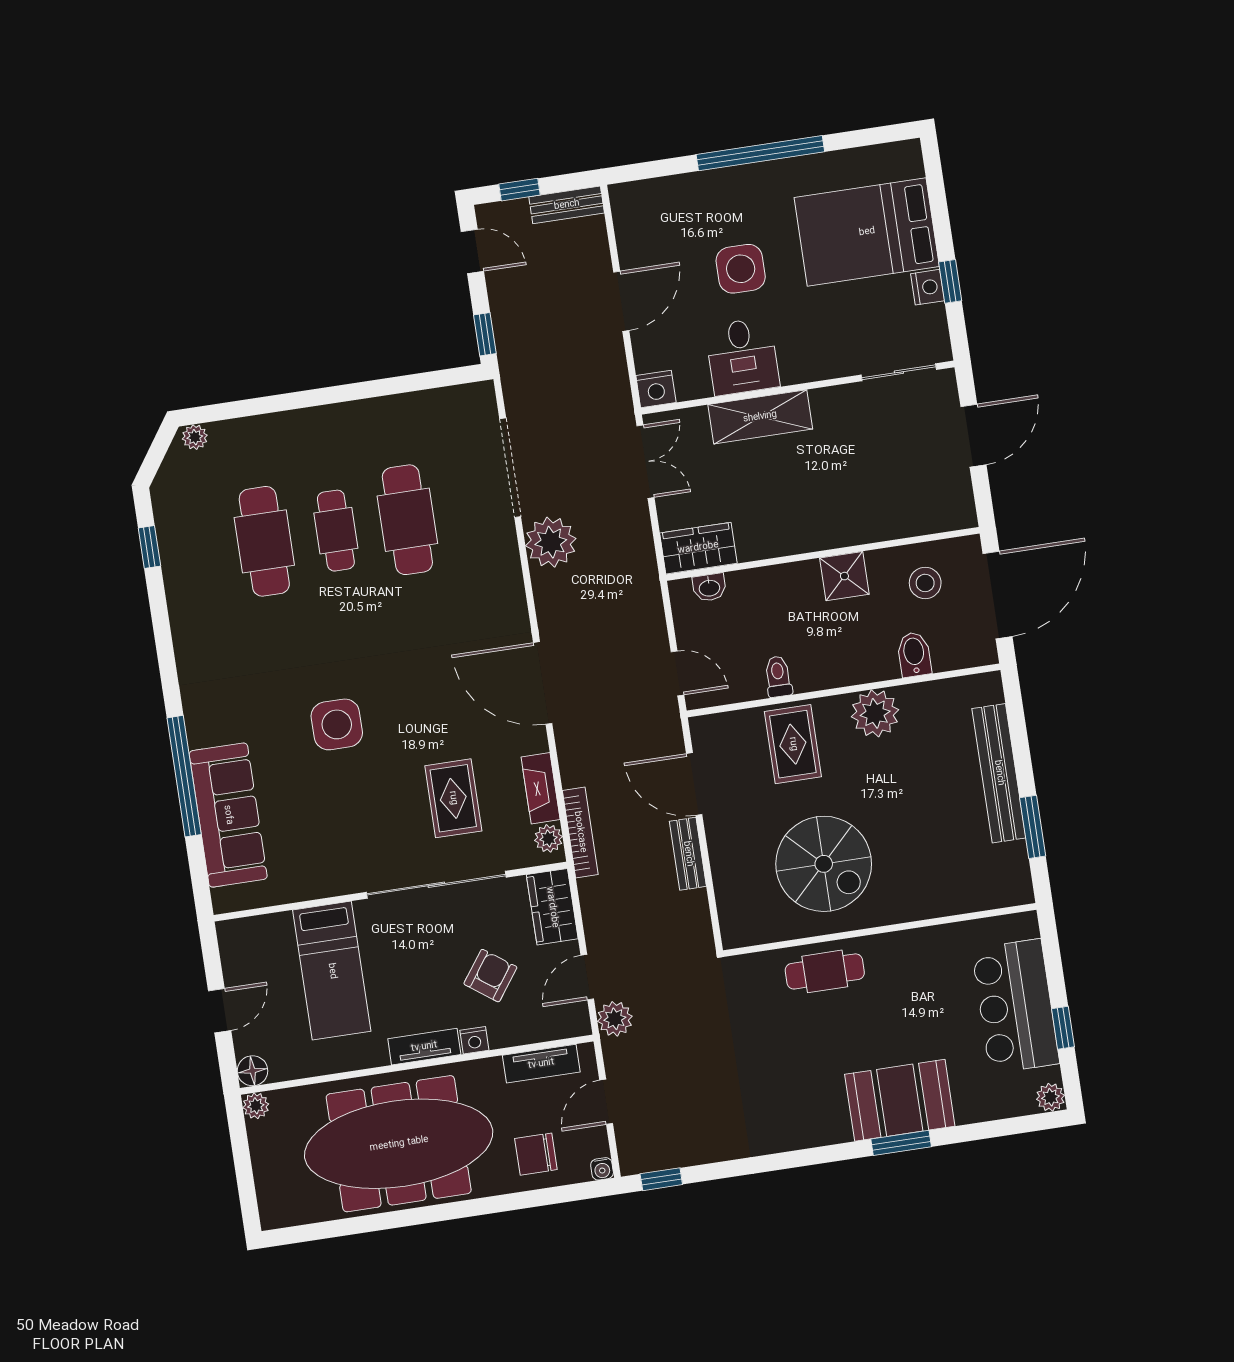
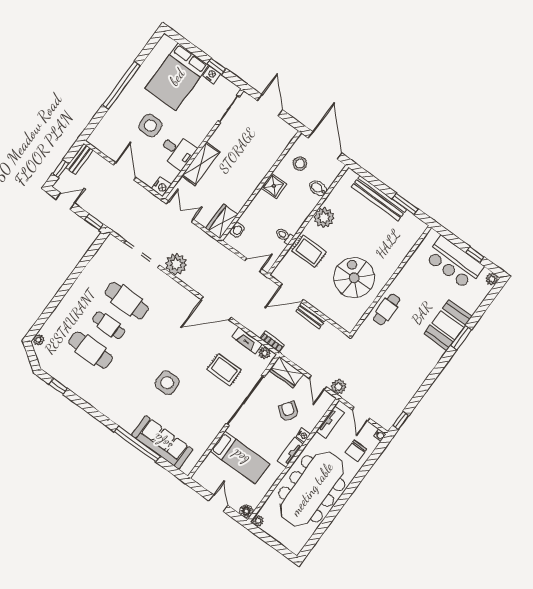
bookcase: (580, 832) -> (272, 342), width x0.64
spiral stairs: (824, 864) -> (354, 278), turned -90

